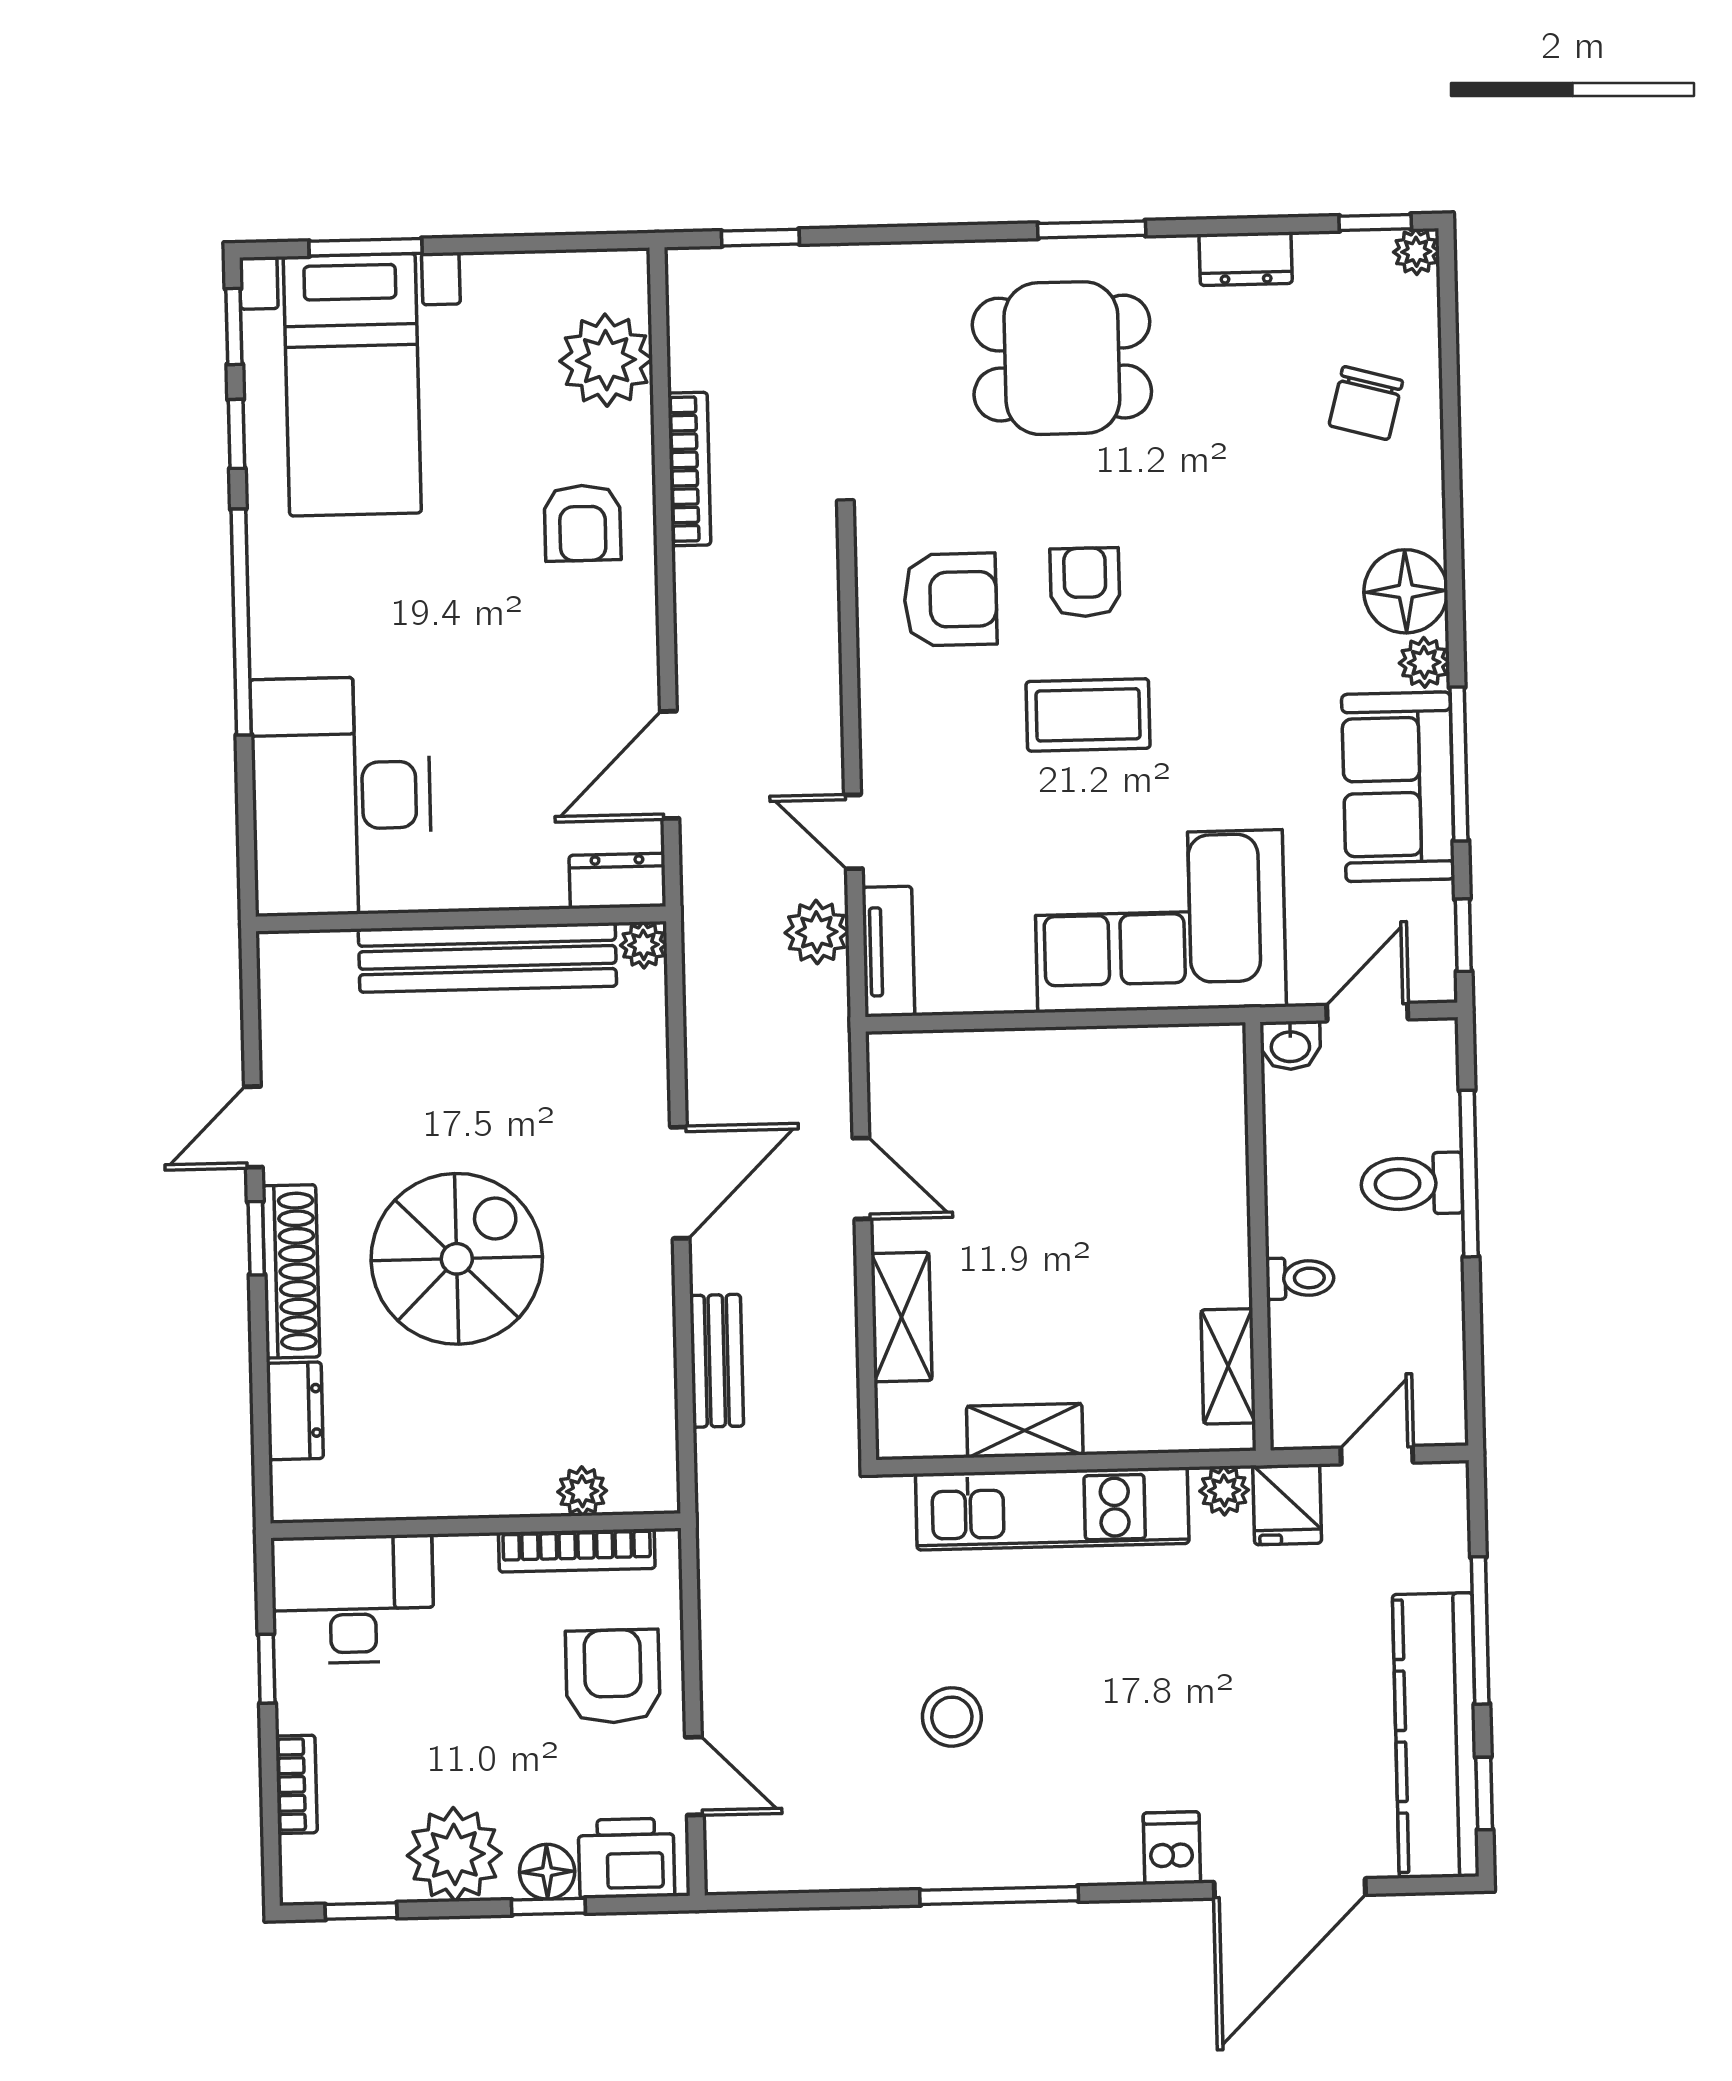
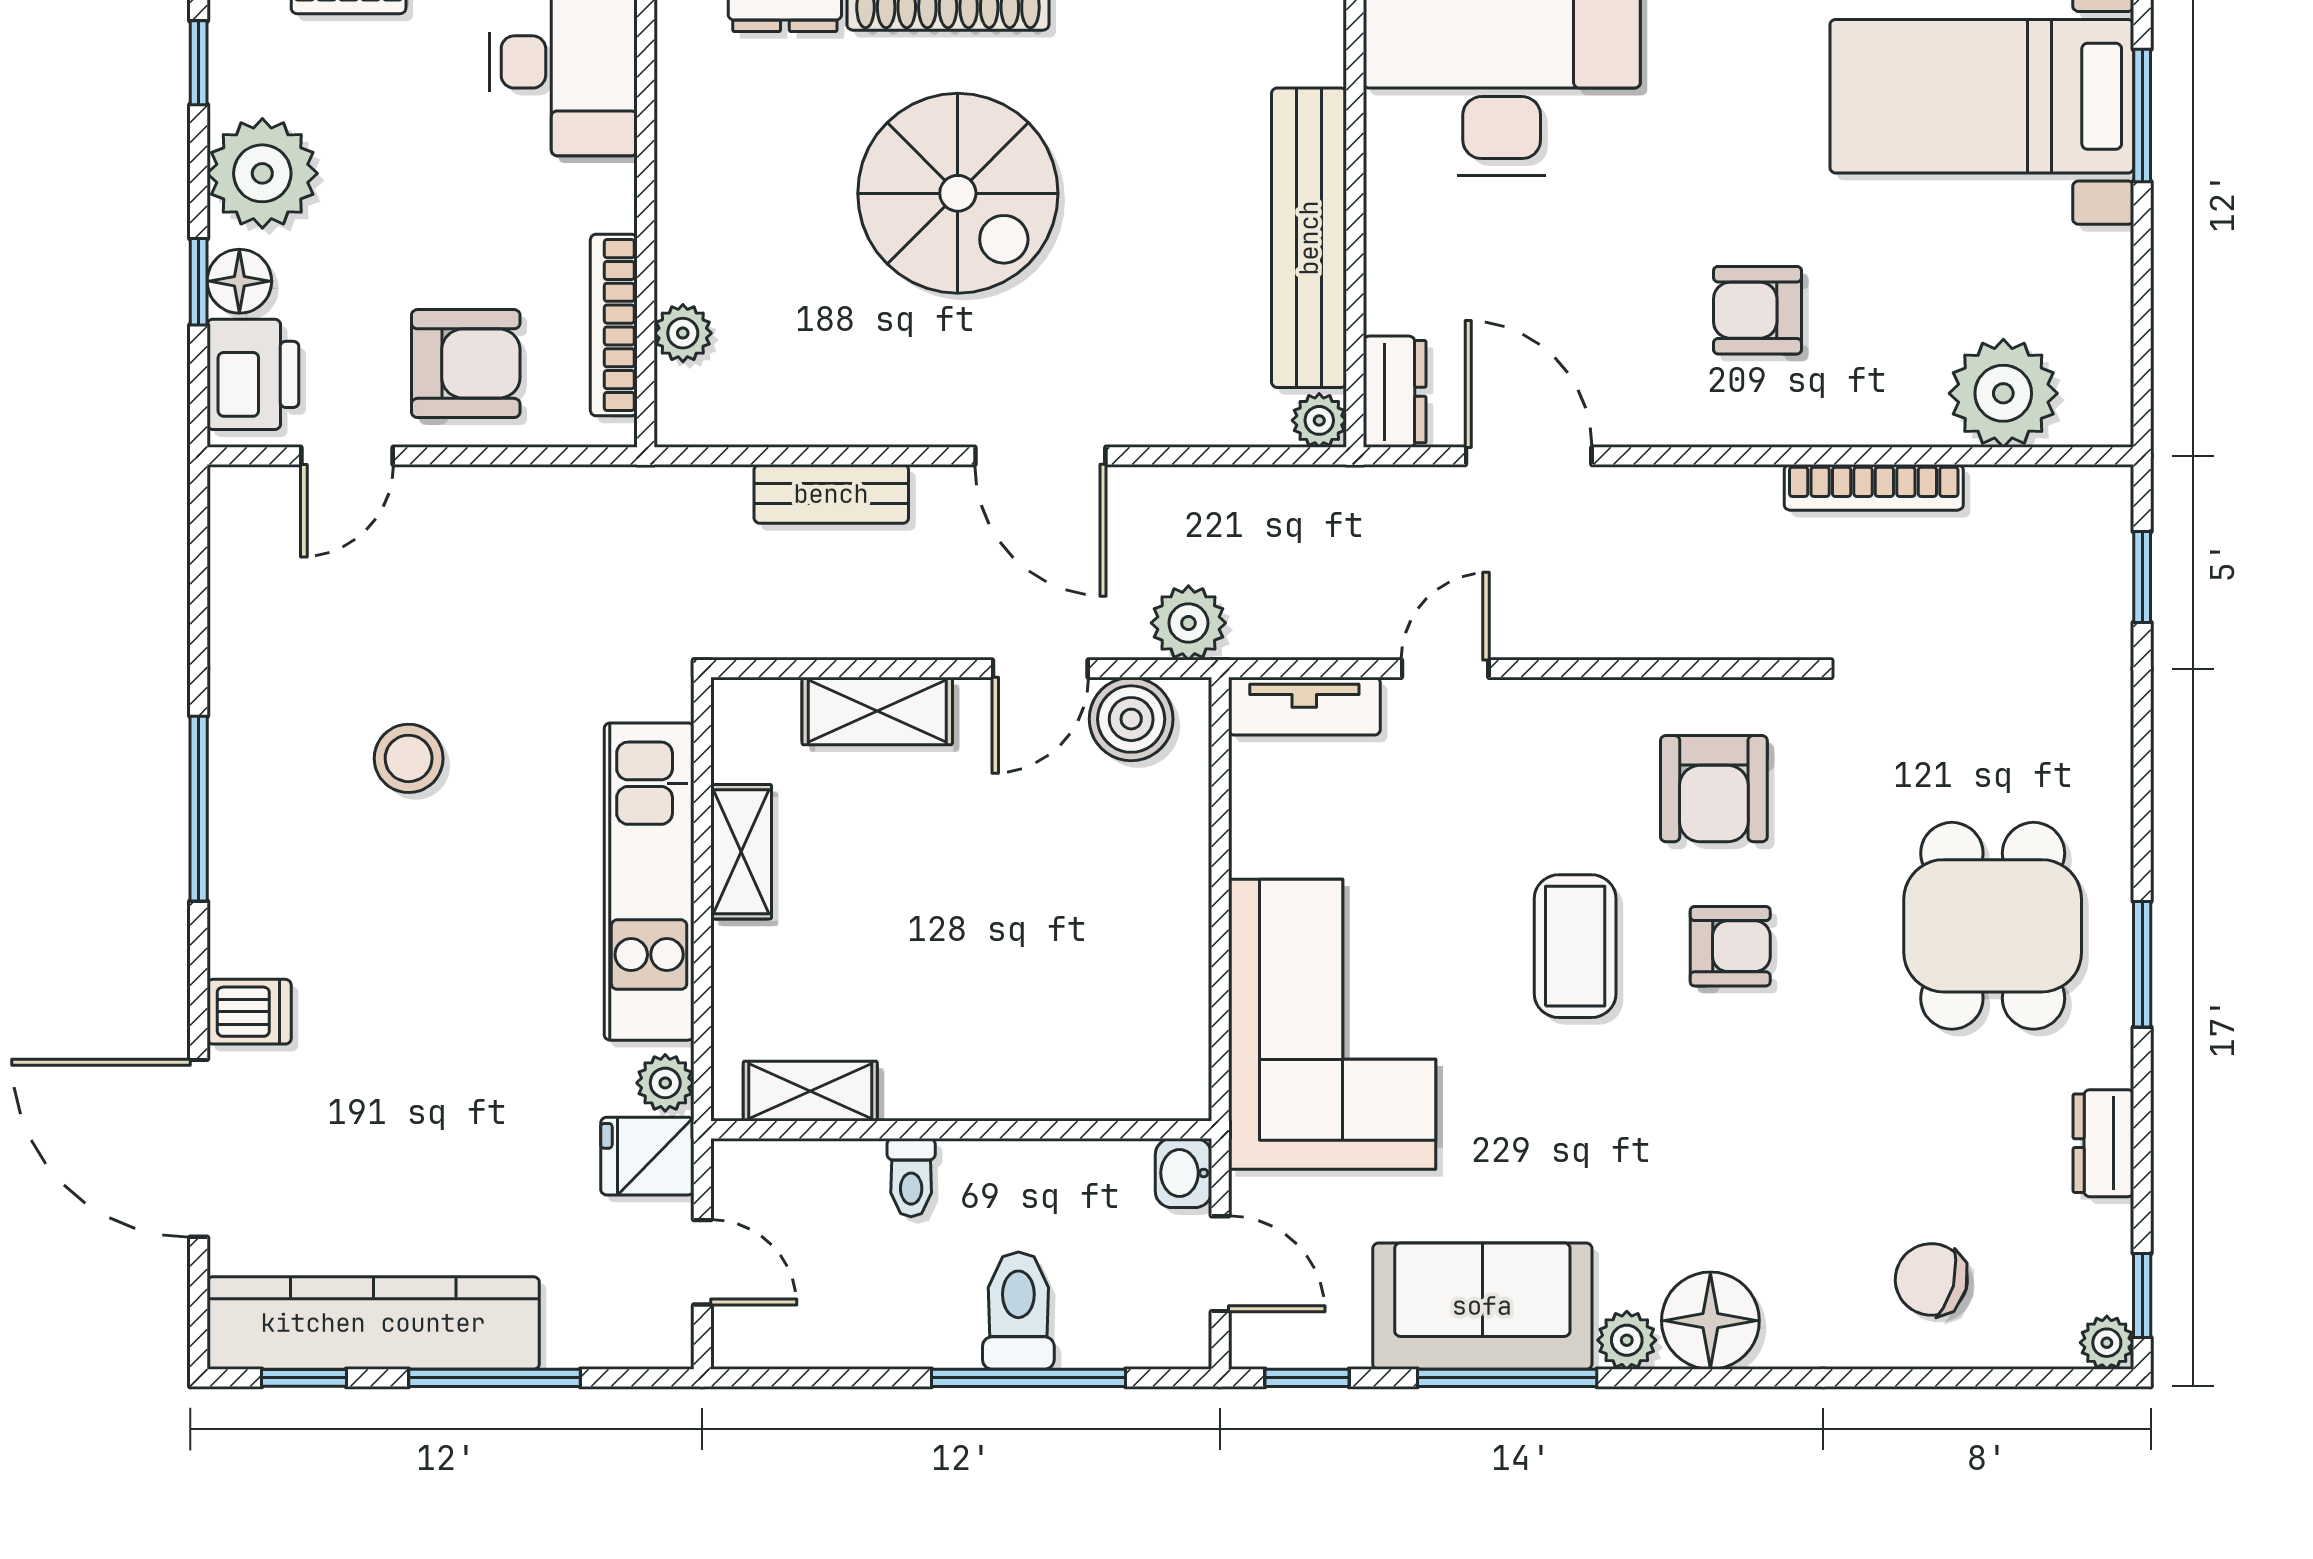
armchair: (583, 523) -> (1757, 310), moved
plant: (817, 932) -> (1188, 623), moved
boiler: (903, 1100) -> (1131, 719), added

